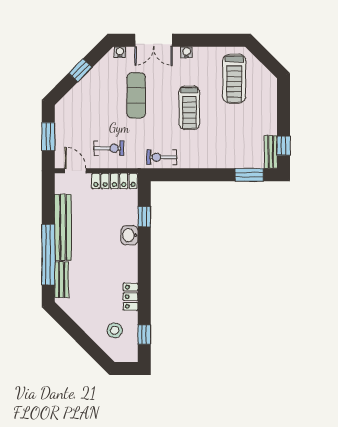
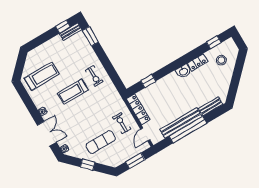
exercise mat: (136, 95) -> (101, 142), moved
treadmill: (189, 108) -> (73, 92), turned 180
exercise bike: (162, 157) -> (94, 76), moved
washbasin: (130, 235) -> (183, 71), moved
window: (48, 255) -> (188, 130), moved

